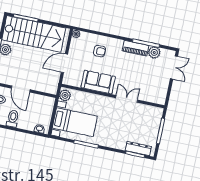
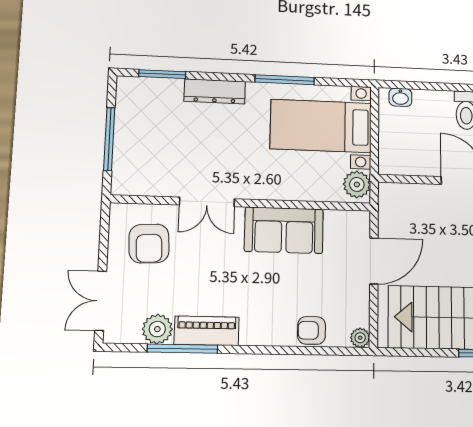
armchair: (99, 51) -> (312, 330), moved
armchair: (152, 86) -> (149, 244), added
dresser: (138, 149) -> (215, 91), moved

